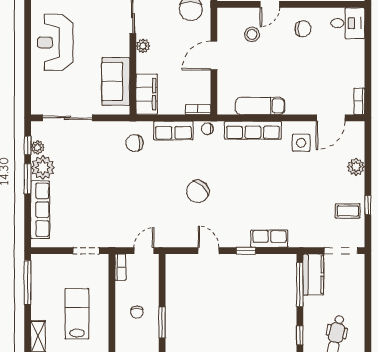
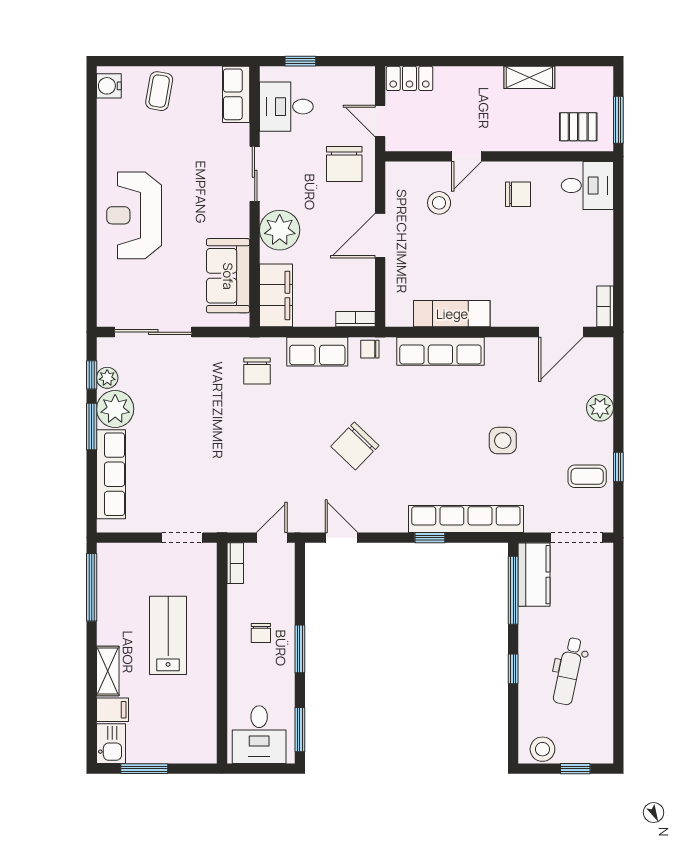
plant: (143, 46) -> (280, 230), width x1.87, depth x1.87
chair: (134, 143) -> (257, 371), turned -90
side table: (301, 143) -> (503, 441), moved
row of seats: (269, 239) -> (466, 519), width x2.02
door: (209, 251) -> (341, 538), moved

